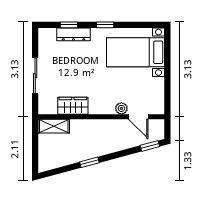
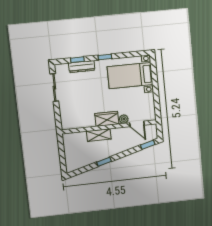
sliding door: (35, 76) -> (54, 88), moved
wardrobe: (73, 106) -> (107, 119), moved
shelving: (54, 126) -> (99, 135), moved

